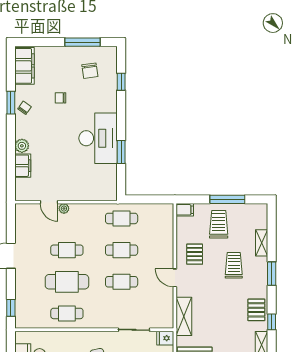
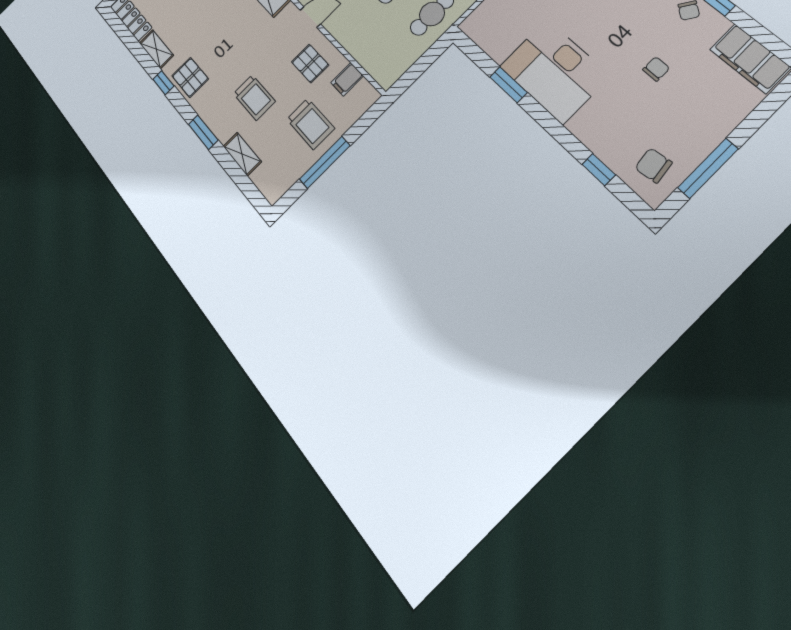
chair: (90, 71) -> (653, 165), moved
filing cabinet: (185, 210) -> (347, 79), moved

